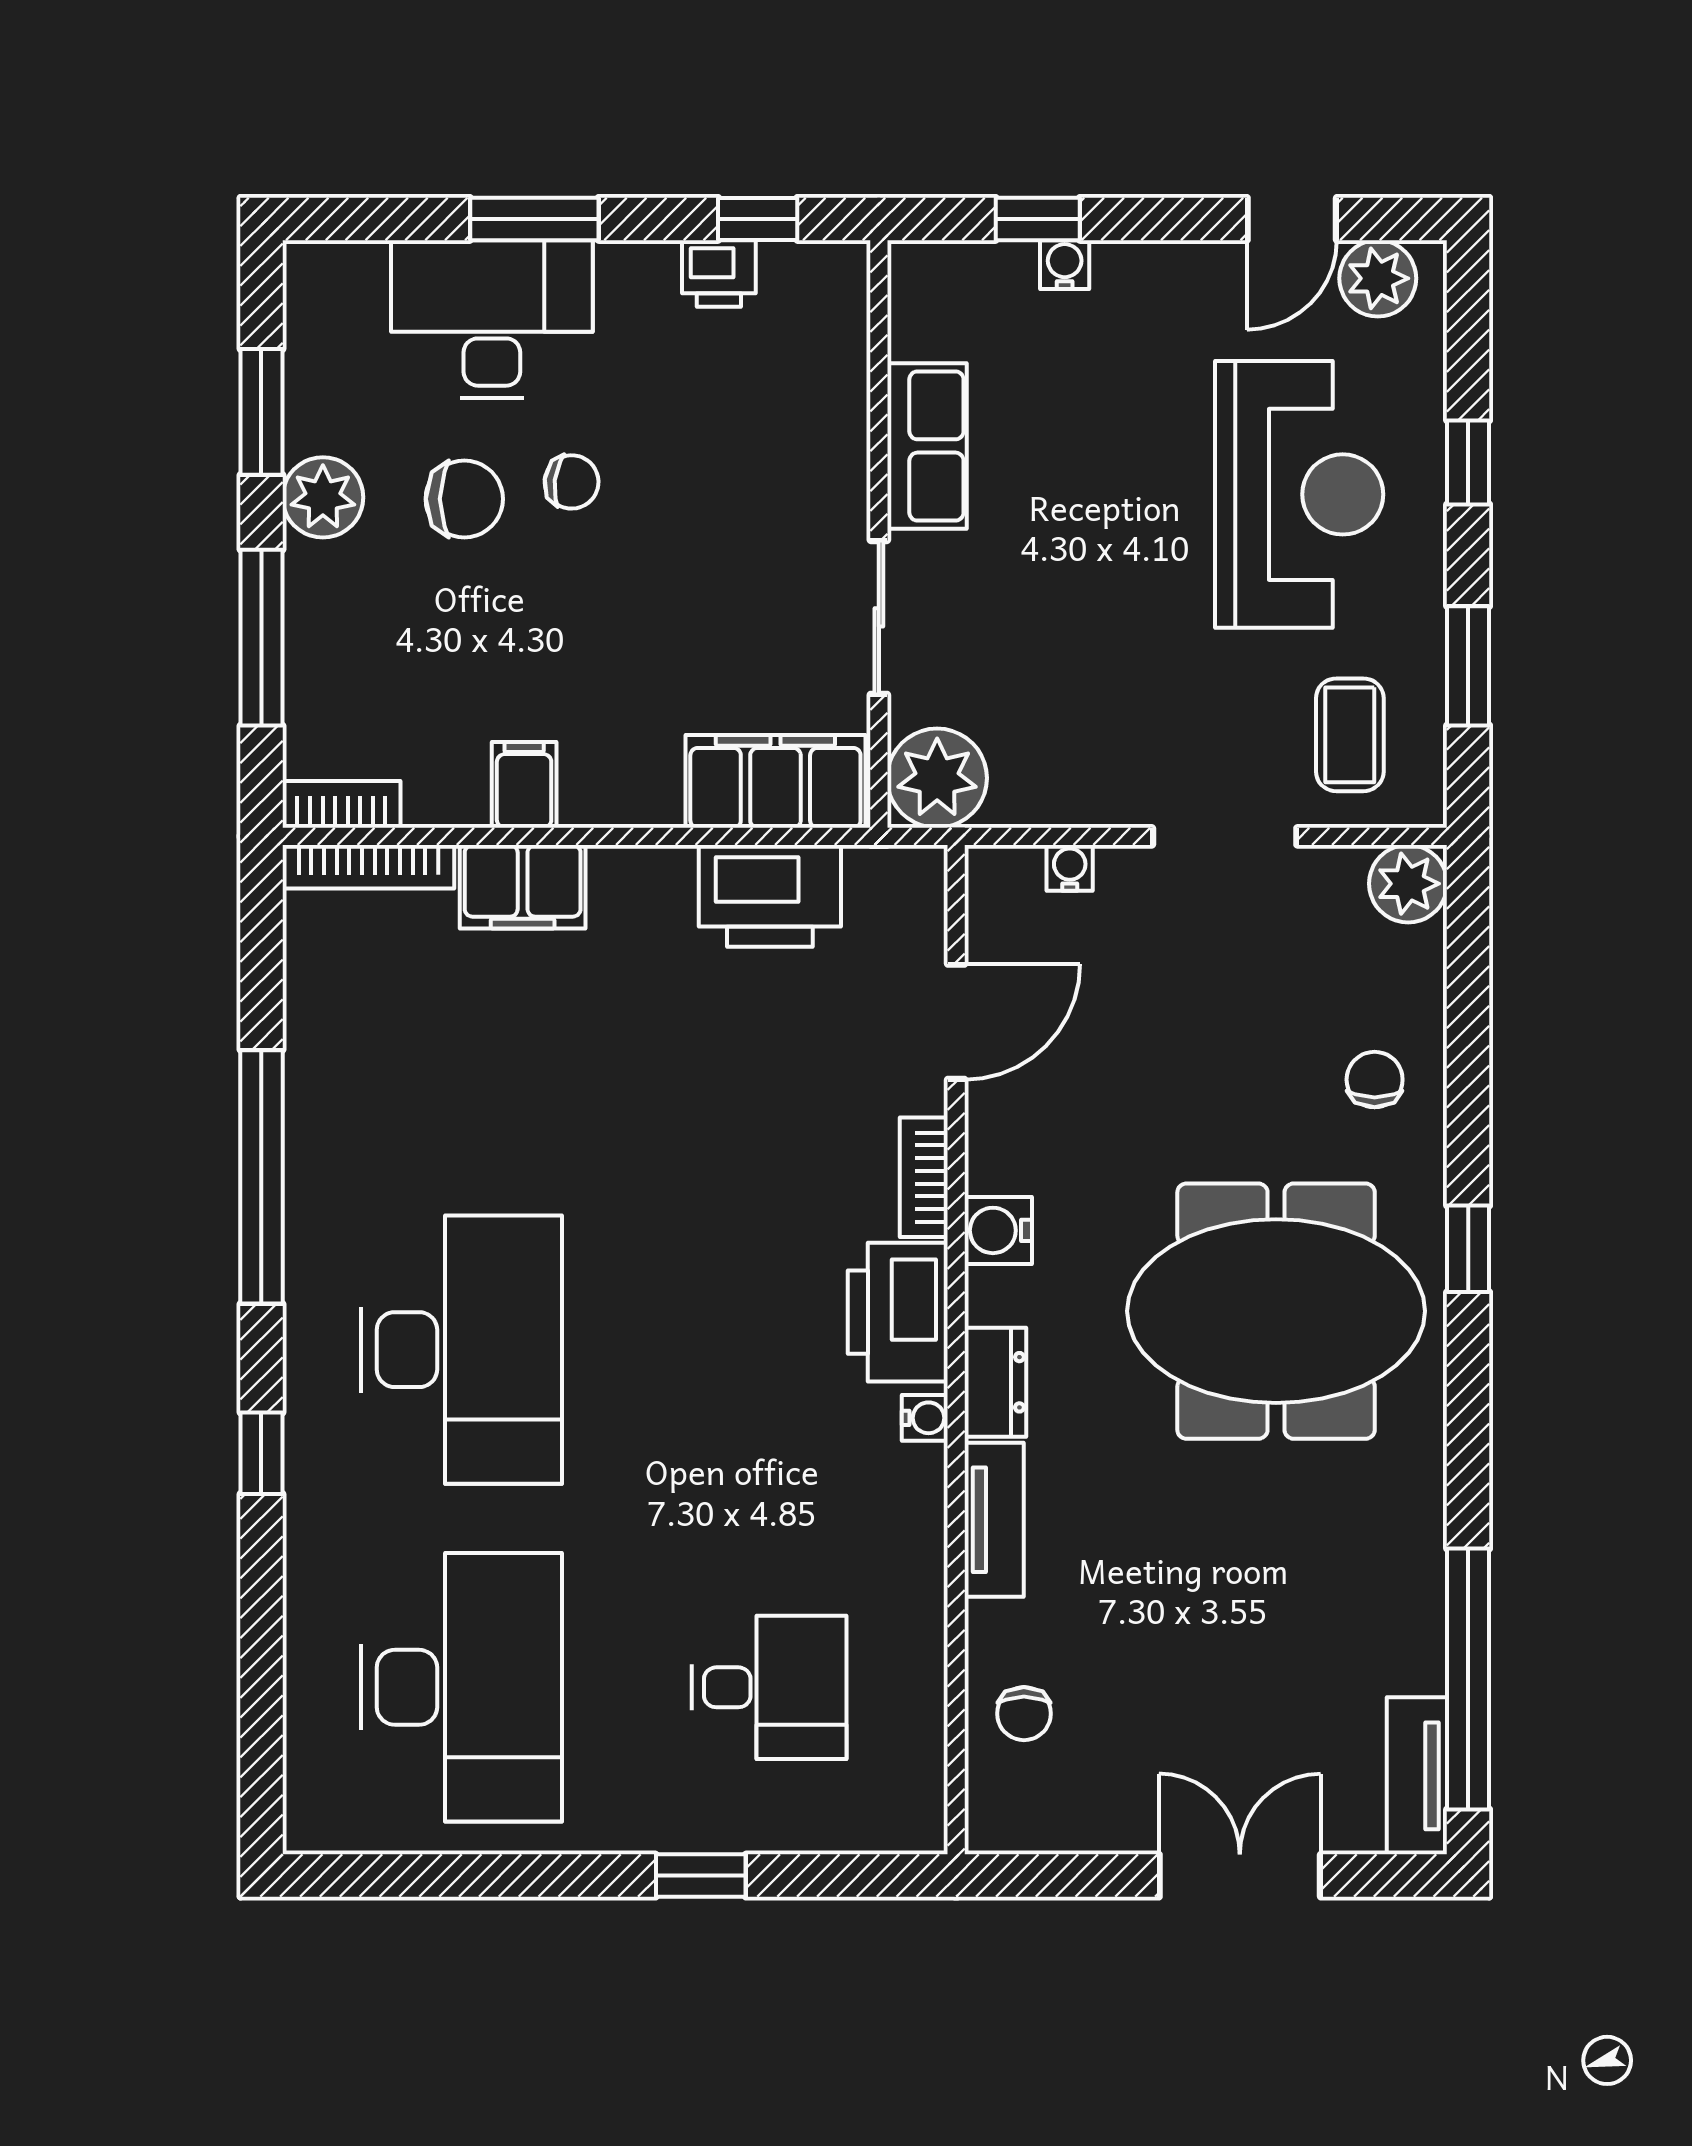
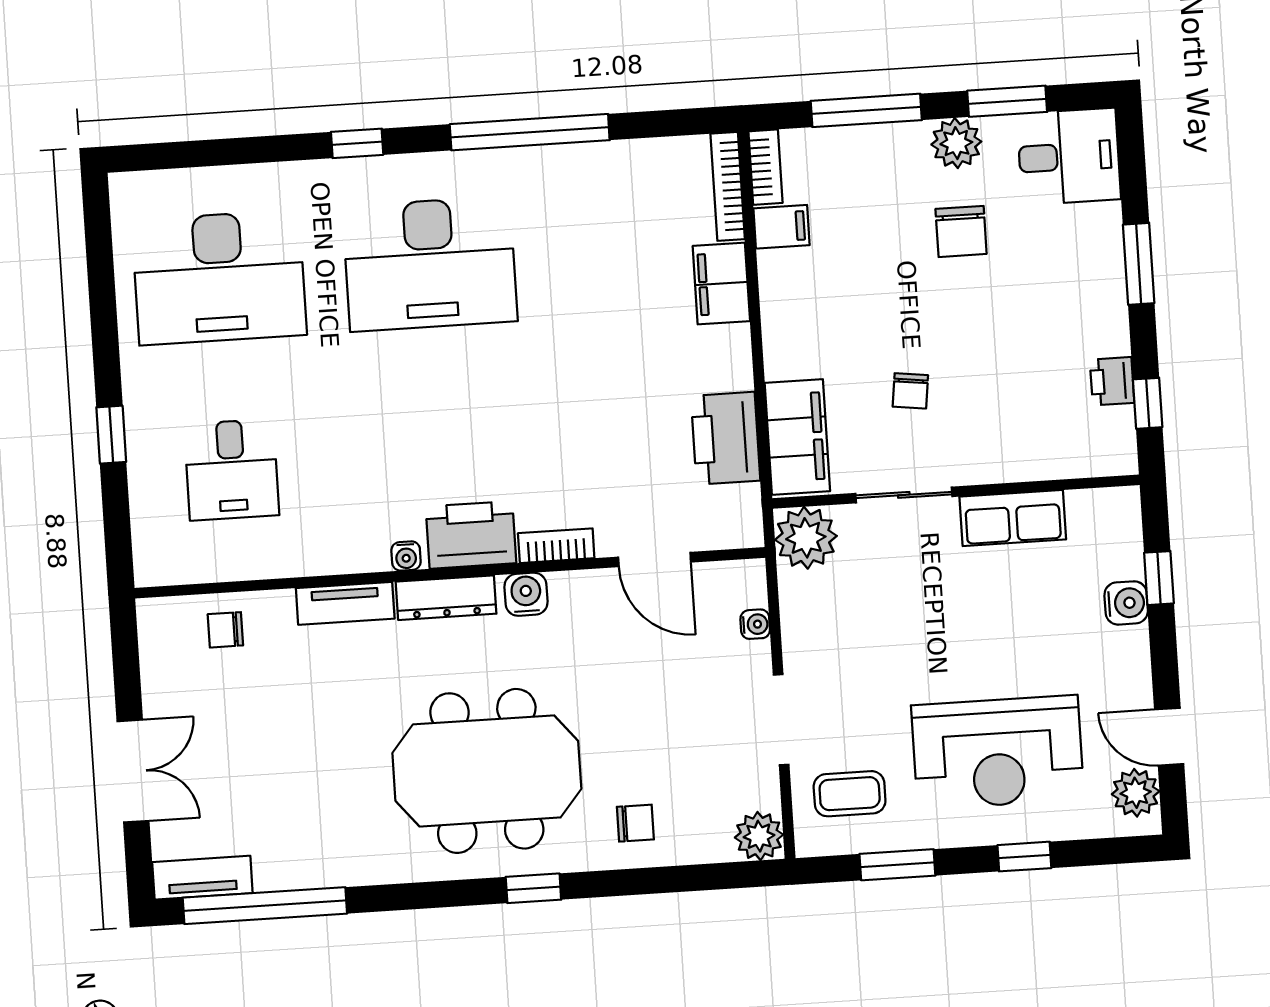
water cooler: (1065, 265) -> (1126, 603), width x1.38, depth x1.38
desk: (492, 319) -> (1069, 157), moved, width x0.73
chair: (572, 482) -> (910, 391), moved
filing cabinet: (524, 785) -> (782, 227), moved
meeting table: (1276, 1311) -> (487, 771), turned 90
dresser: (995, 1382) -> (446, 598), width x1.44

